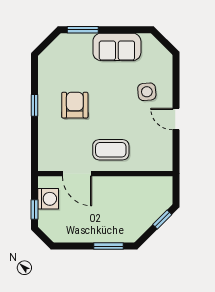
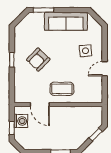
sofa: (117, 47) -> (66, 21), width x1.36
armchair: (75, 105) -> (38, 60), turned -136
door: (176, 119) -> (105, 69), hinge flipped

